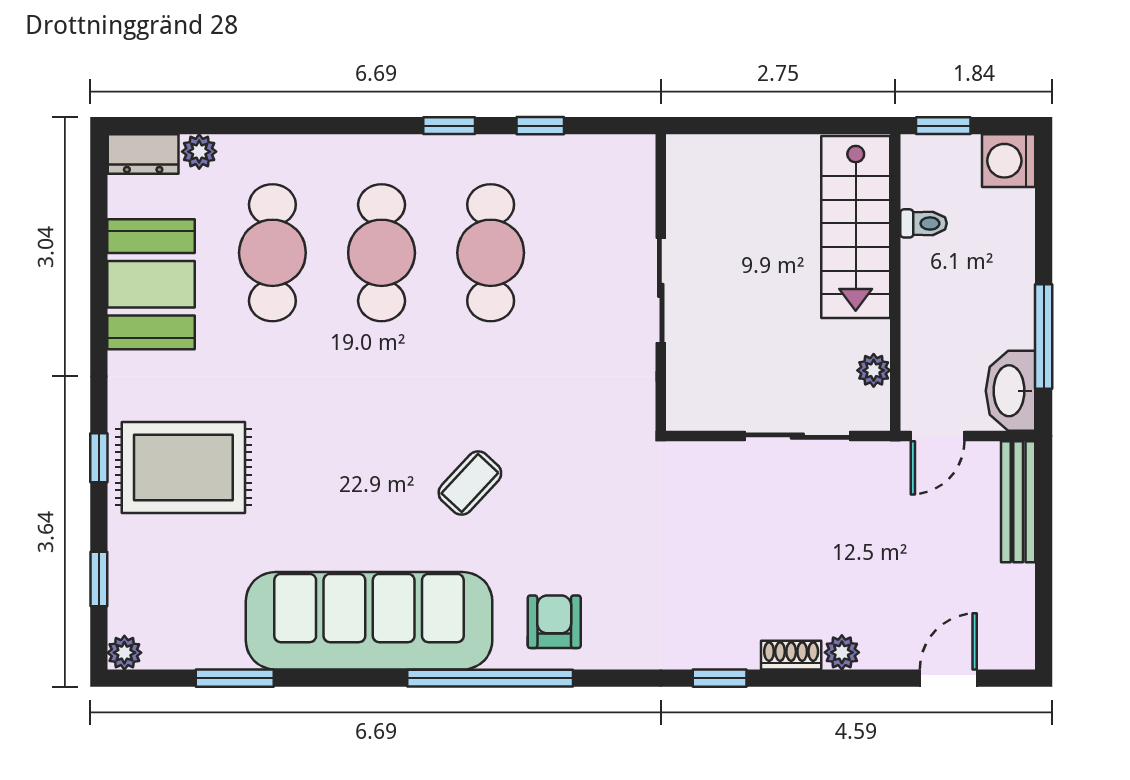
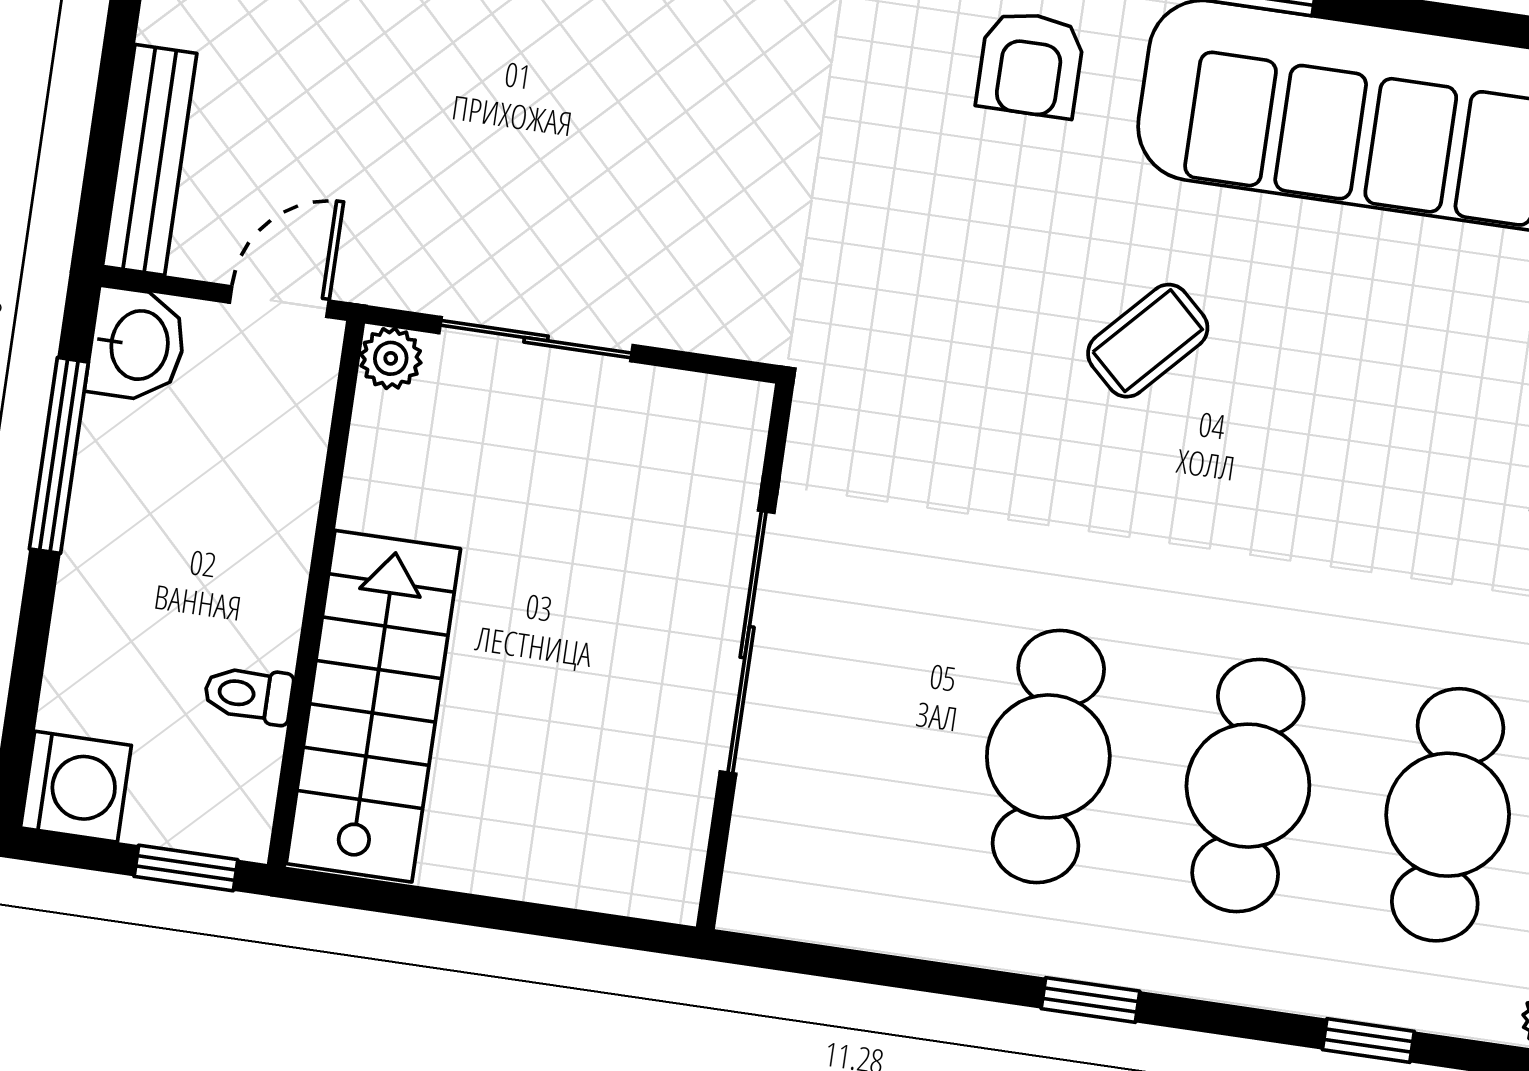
window: (540, 126) -> (1368, 1041), moved
sliding door: (661, 290) -> (747, 642), width x1.37
plant: (874, 370) -> (391, 358), moved
washbasin: (1010, 391) -> (137, 345), width x0.72

